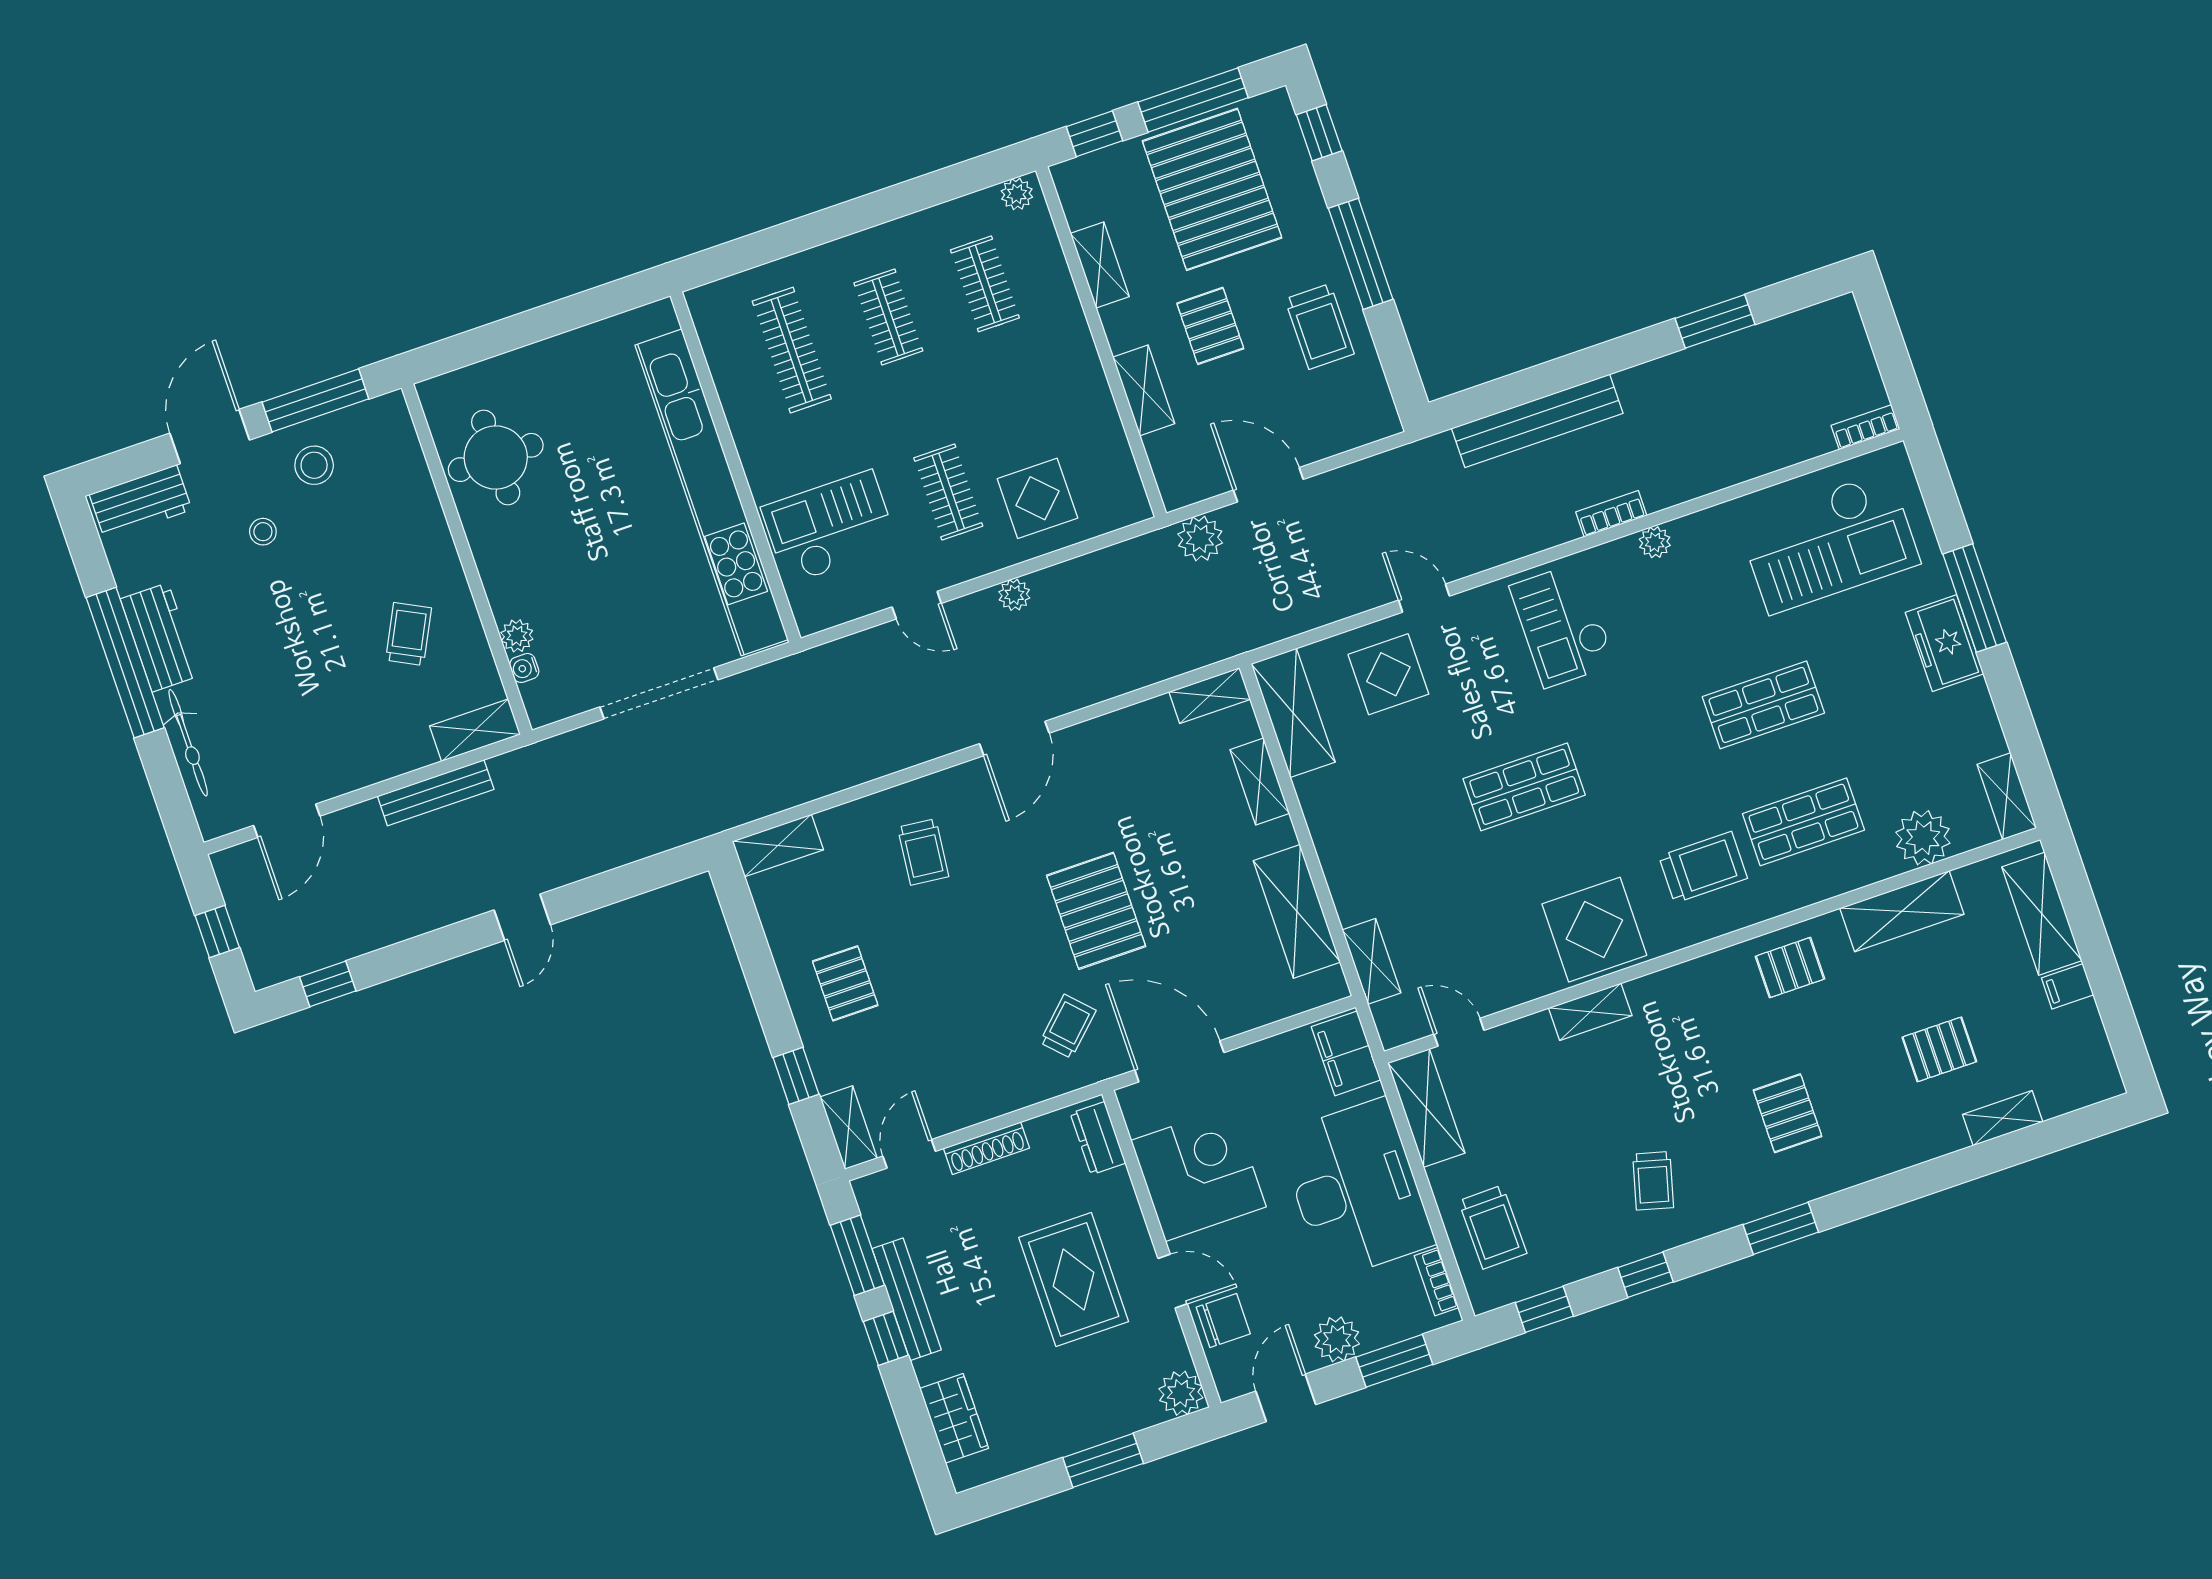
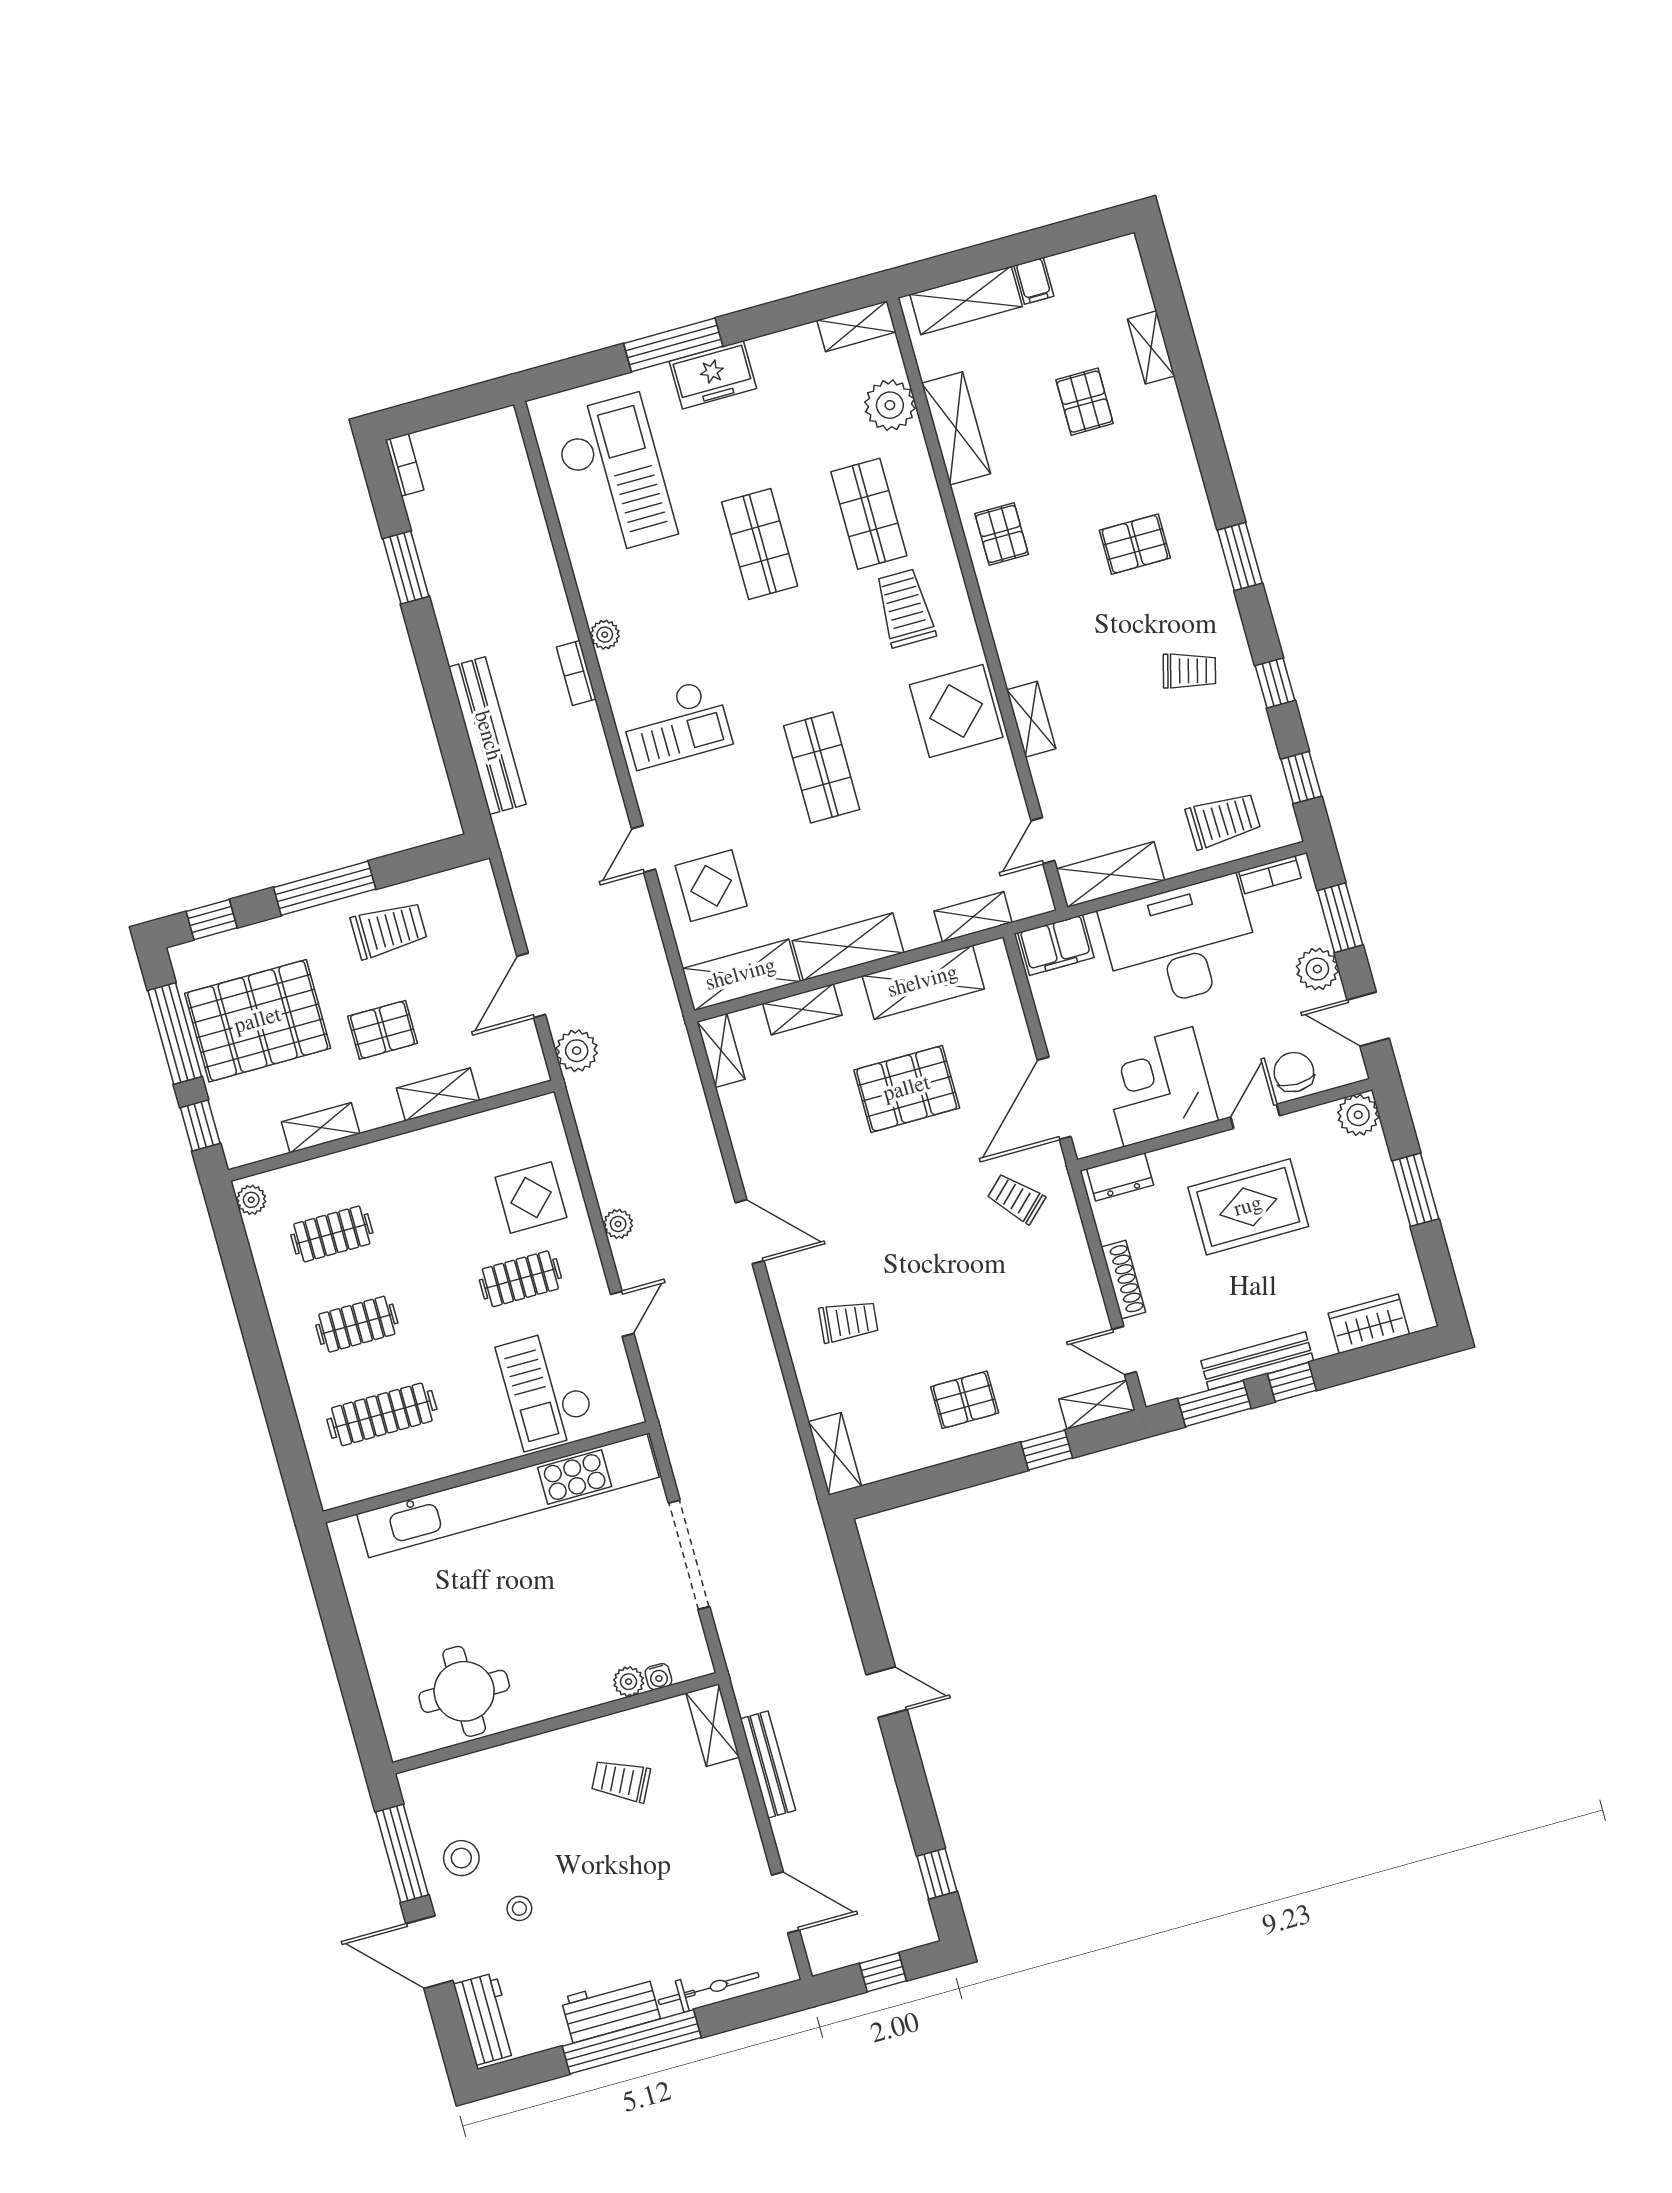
bookcase: (1865, 427) -> (405, 465), moved, turned 180
shelving: (1331, 827) -> (848, 947), added
pallet: (1096, 911) -> (907, 1089), moved

